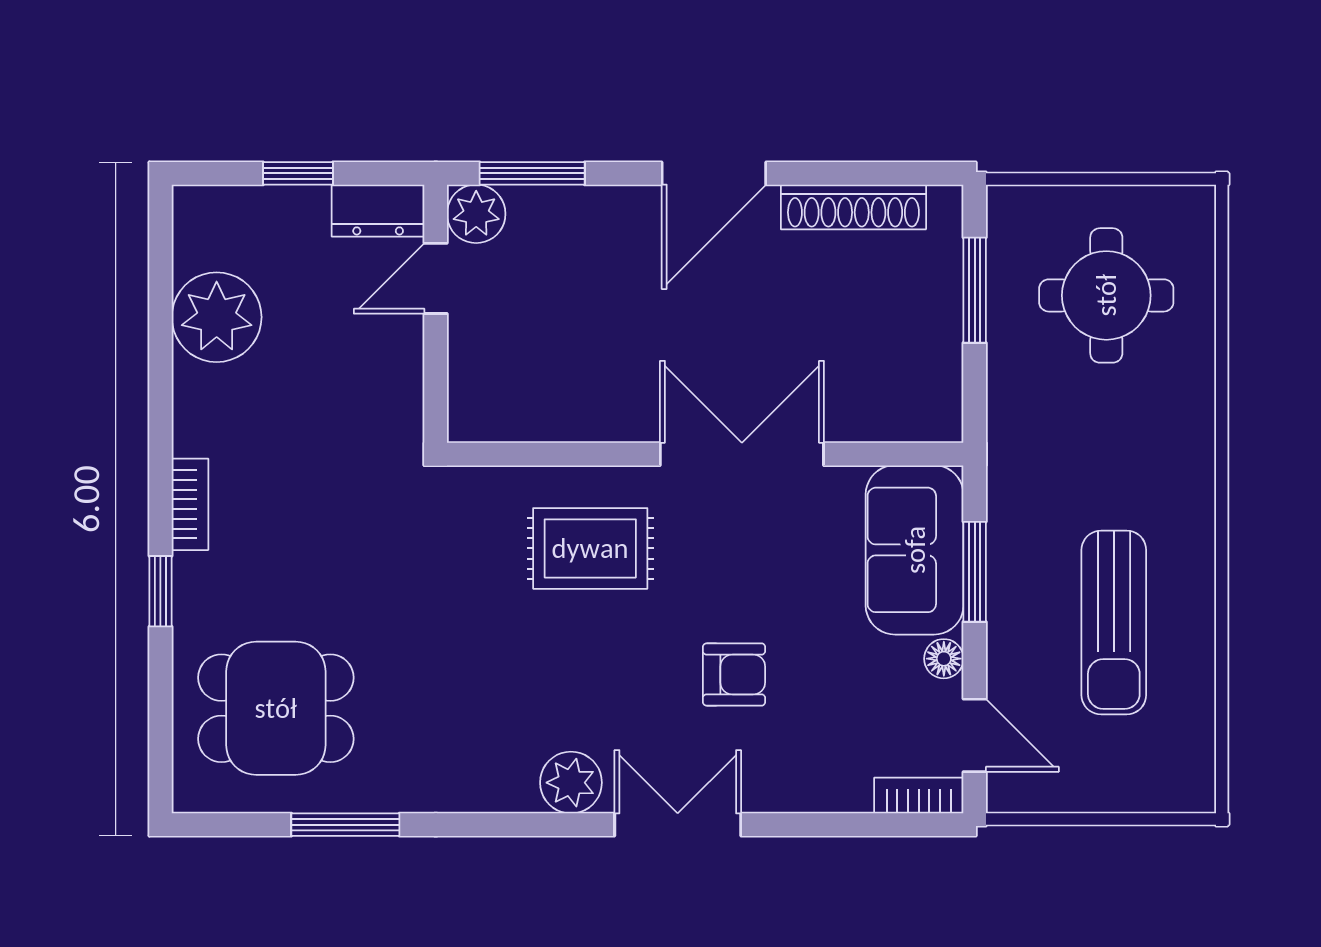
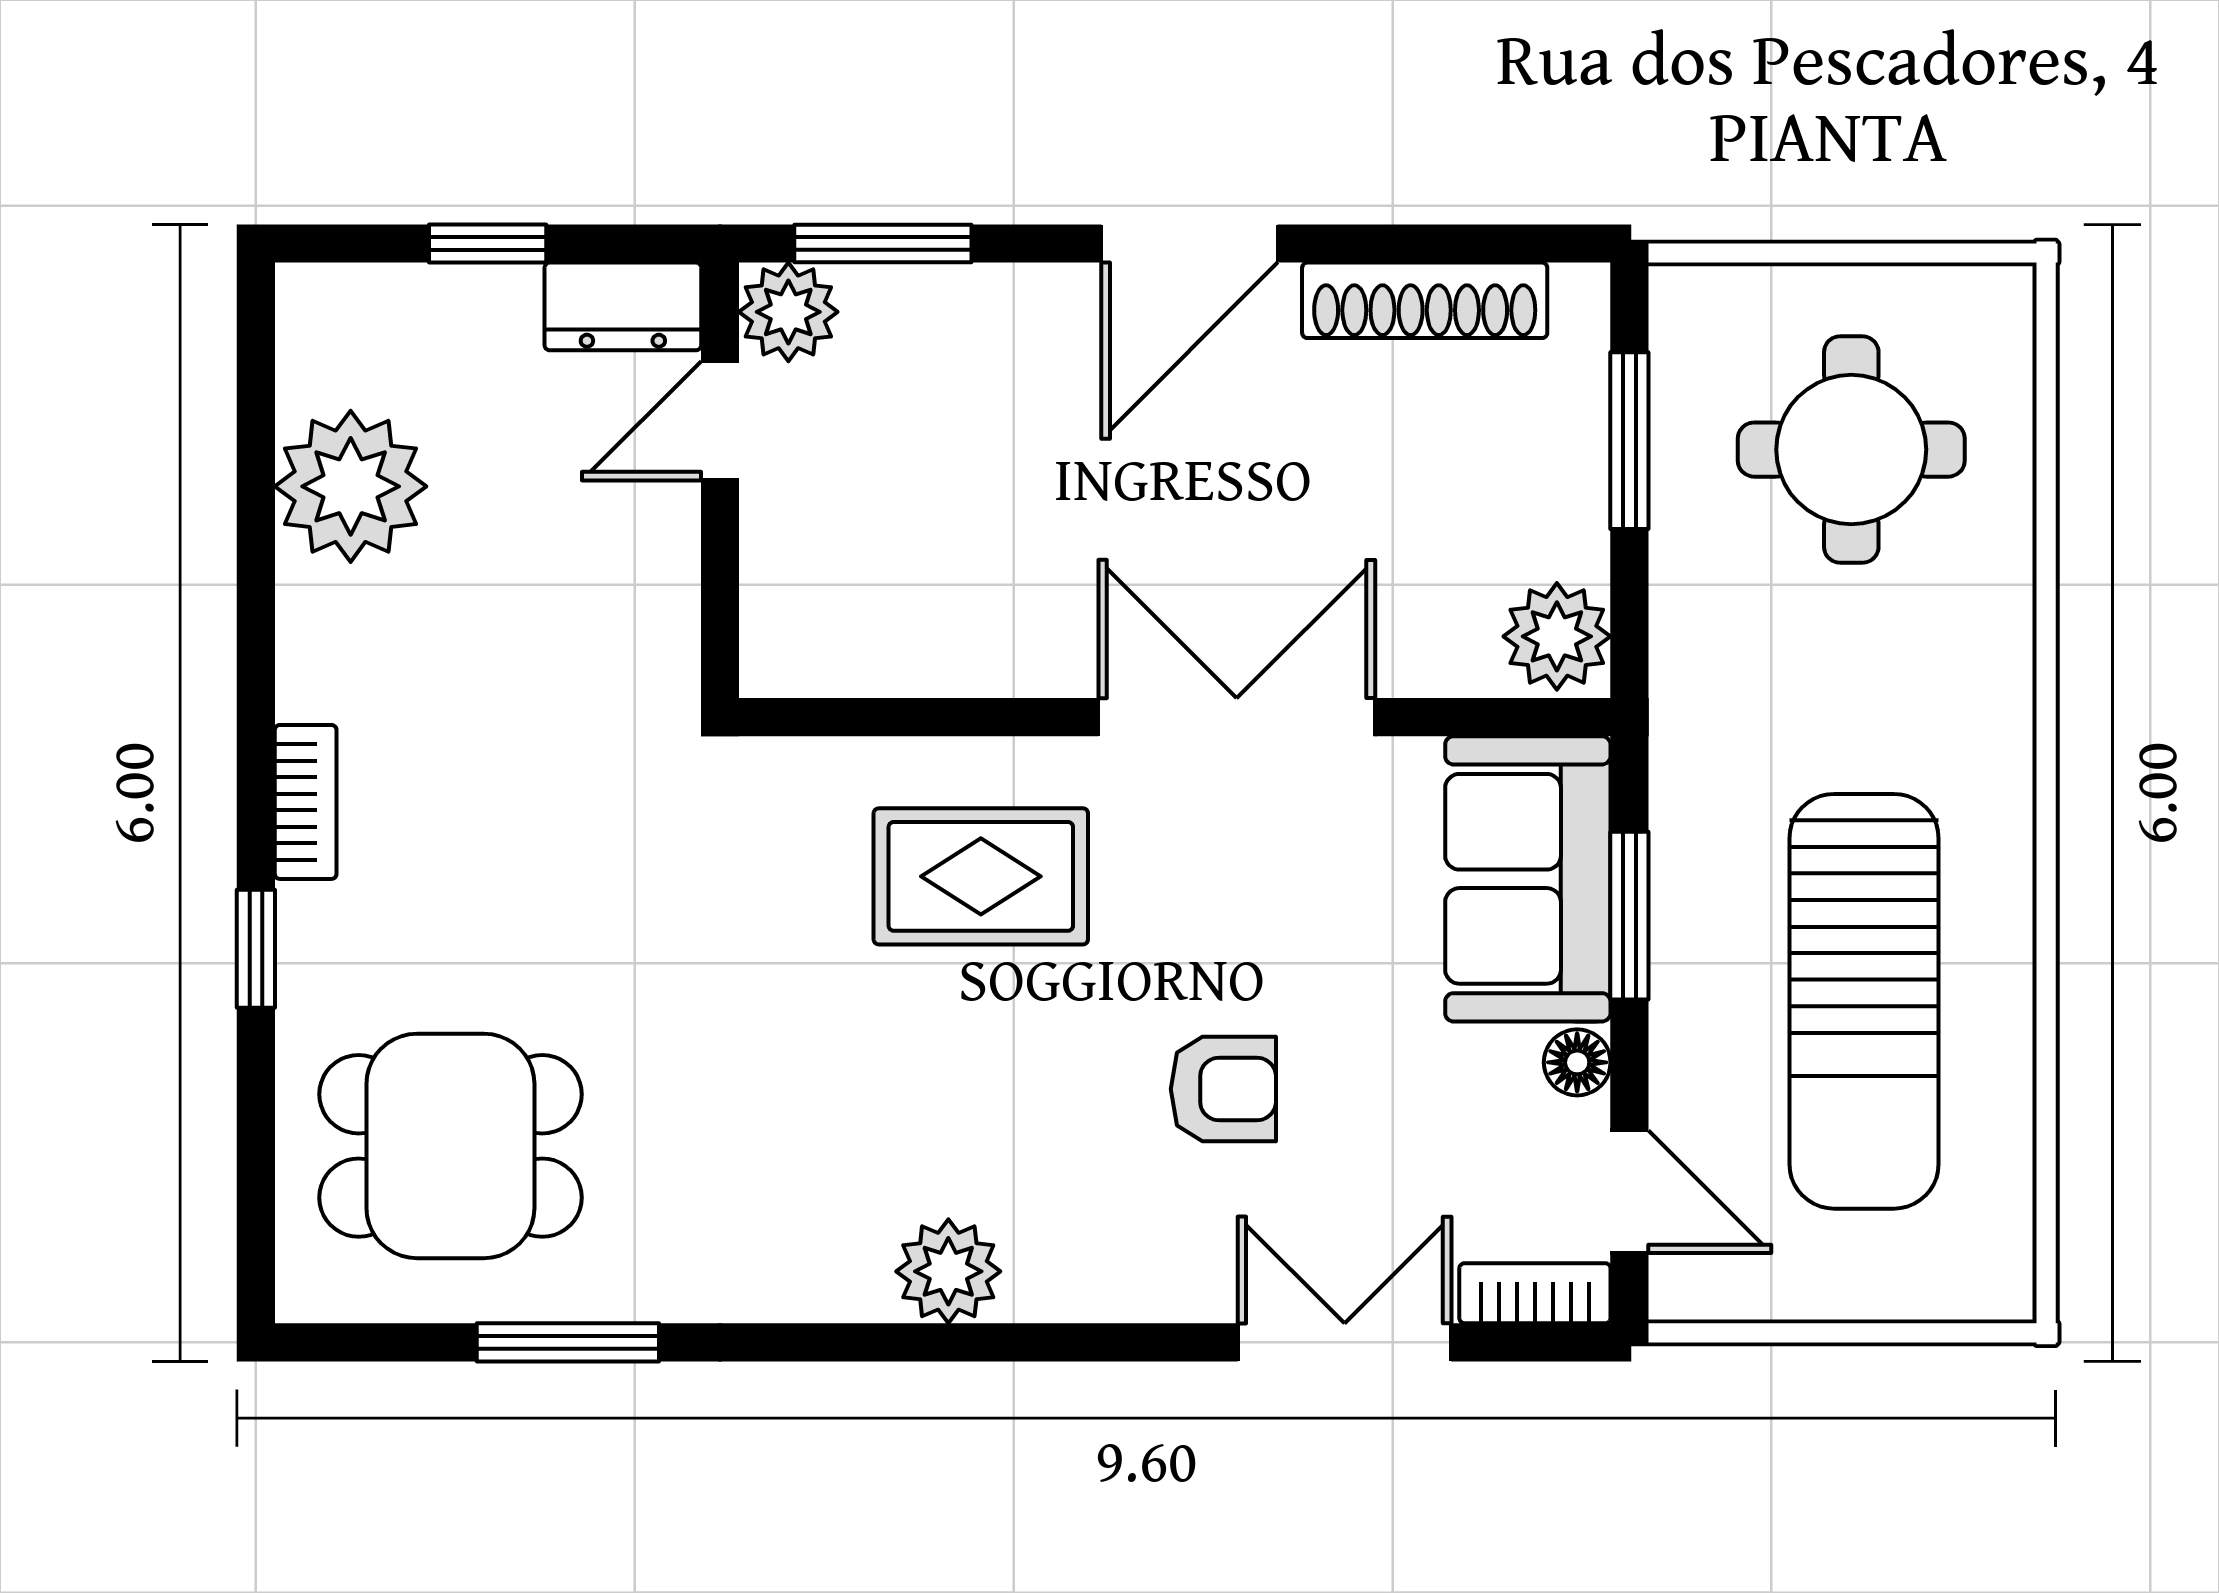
plant: (932, 406) -> (1557, 636), added
sun lounger: (1114, 622) -> (1864, 1001), width x1.36, depth x1.34
double door: (678, 825) -> (1345, 1342), moved

